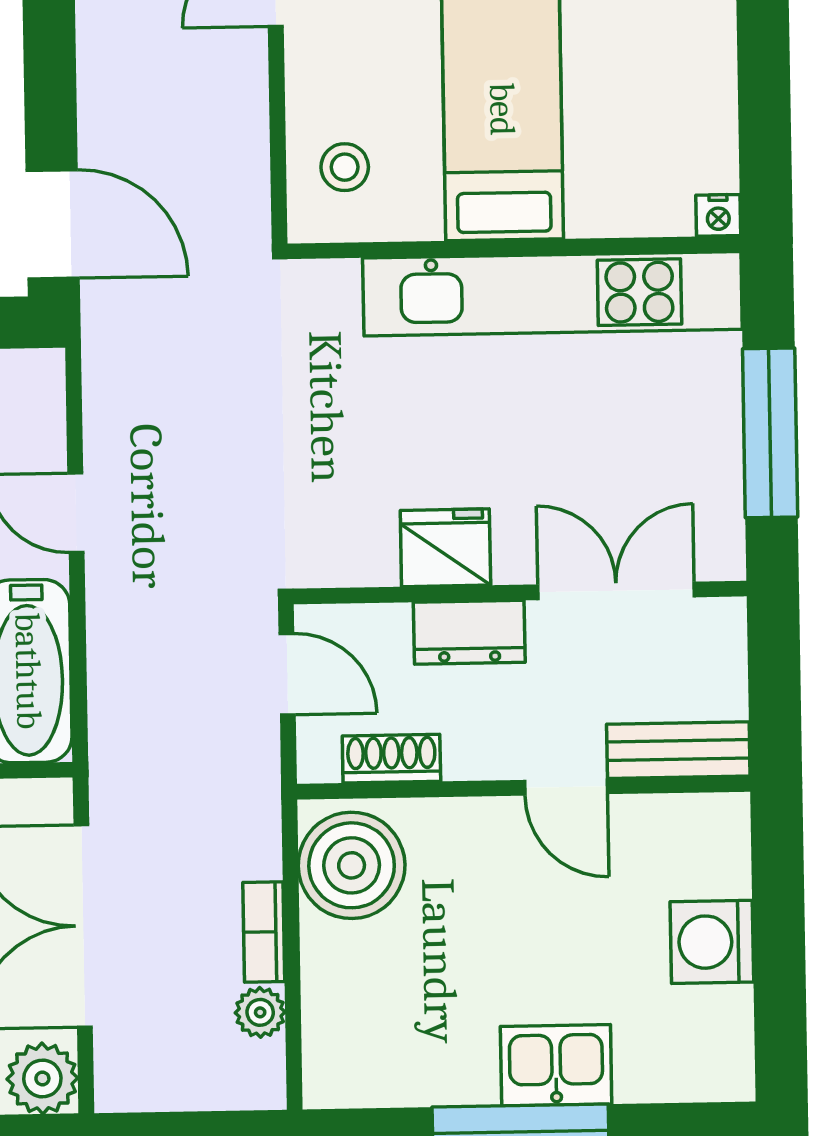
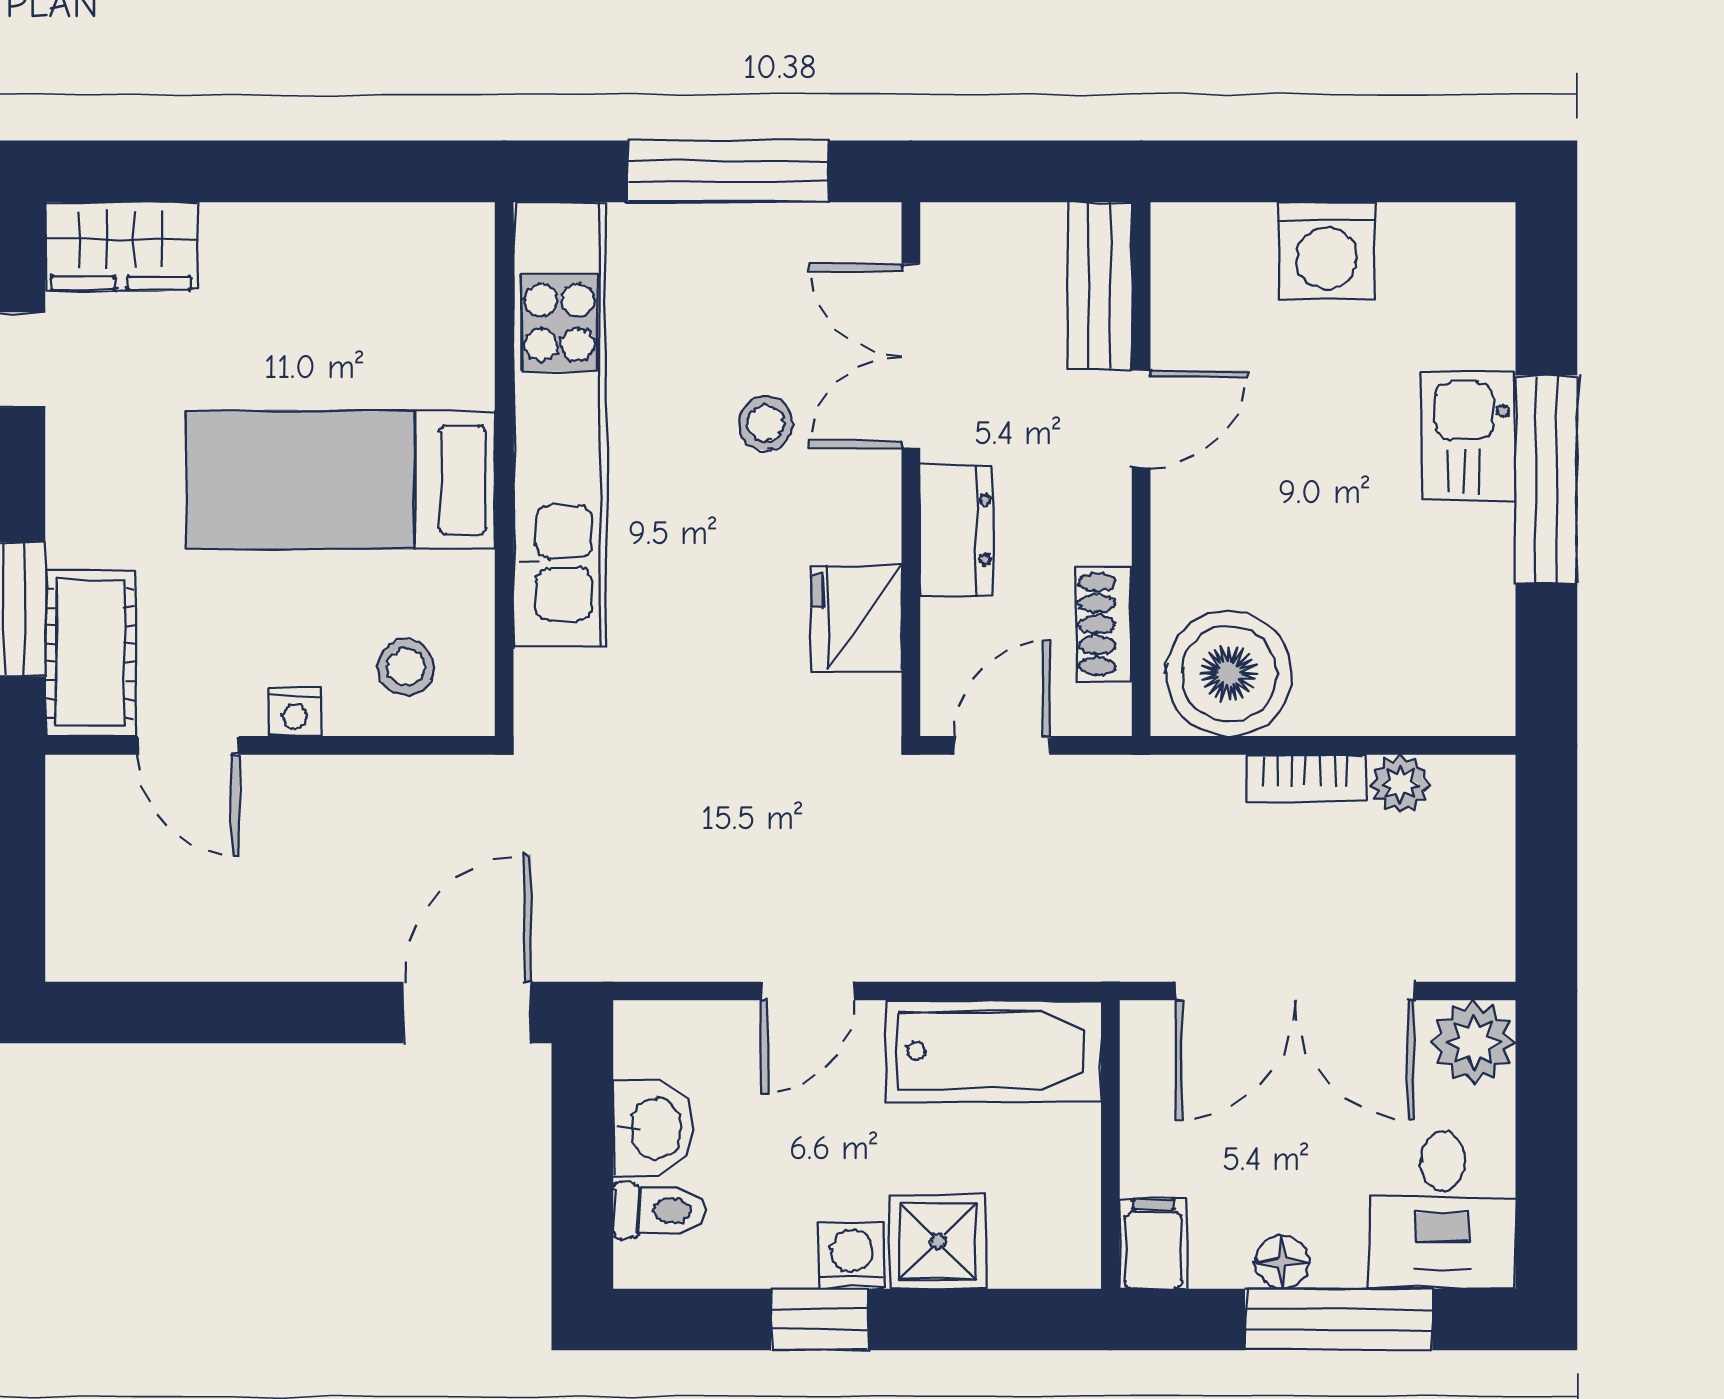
nightstand: (718, 215) -> (295, 712), moved, turned 90
stool: (557, 469) -> (766, 423), added
fridge: (445, 548) -> (857, 618), moved

